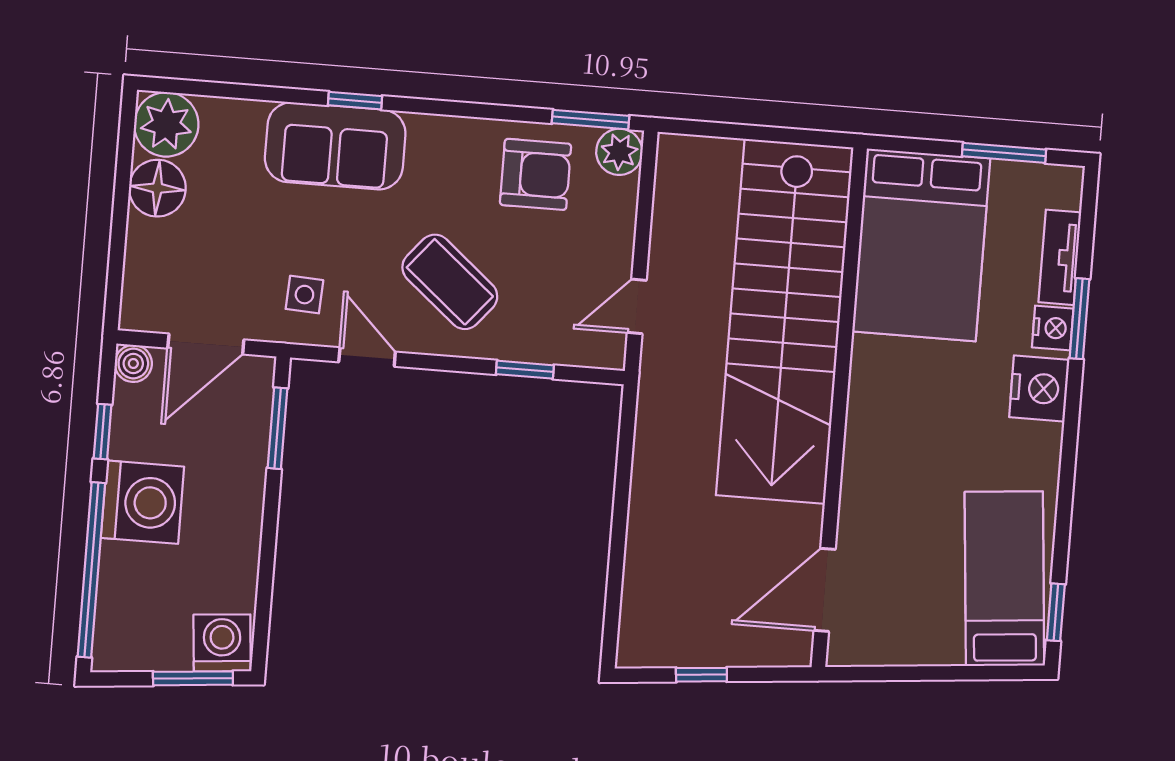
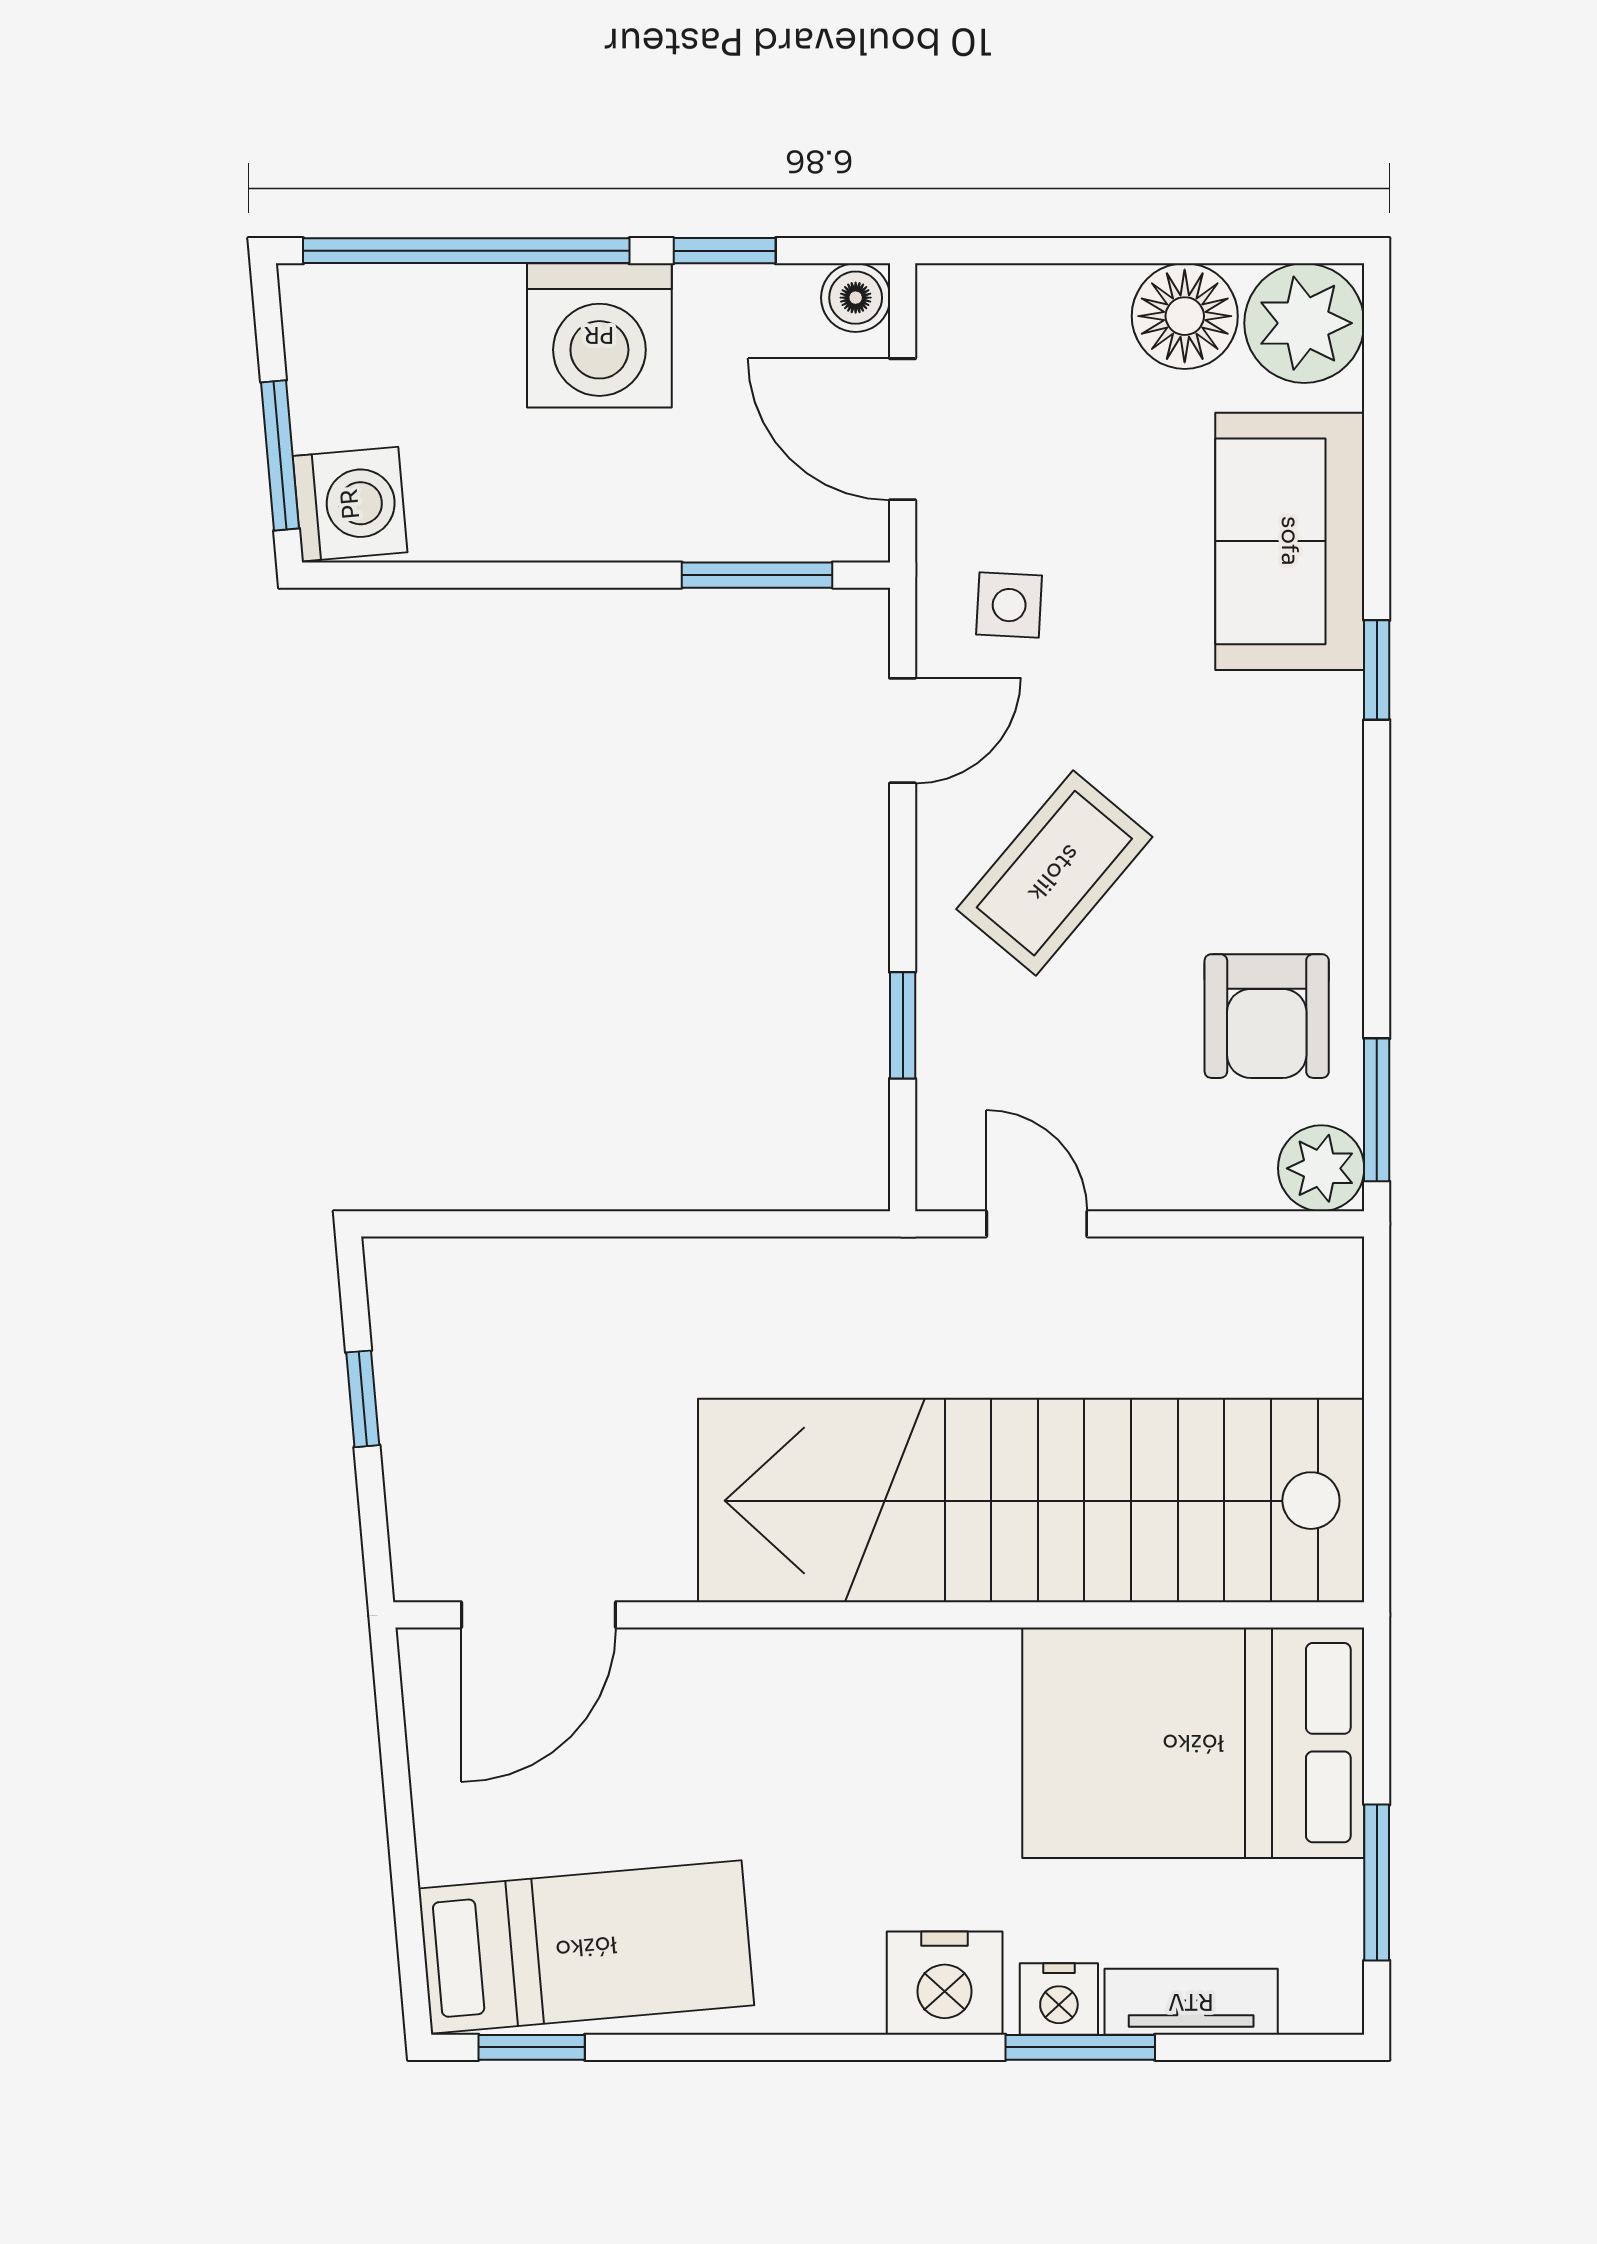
sofa: (335, 146) -> (1290, 541), moved
door: (825, 590) -> (539, 1615), swing flipped

